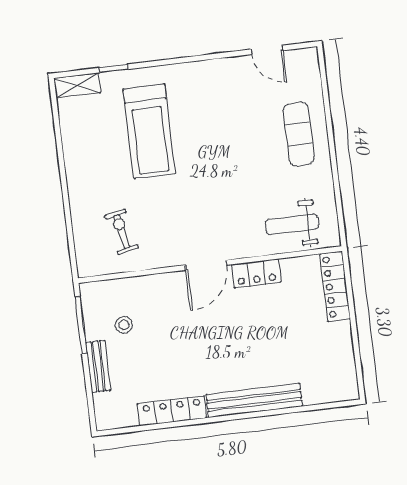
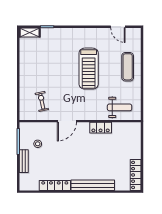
treadmill: (149, 131) -> (89, 69), moved
weight bench: (292, 224) -> (120, 107), turned 180
door: (206, 265) -> (67, 121), moved
locker: (335, 286) -> (136, 175), moved

